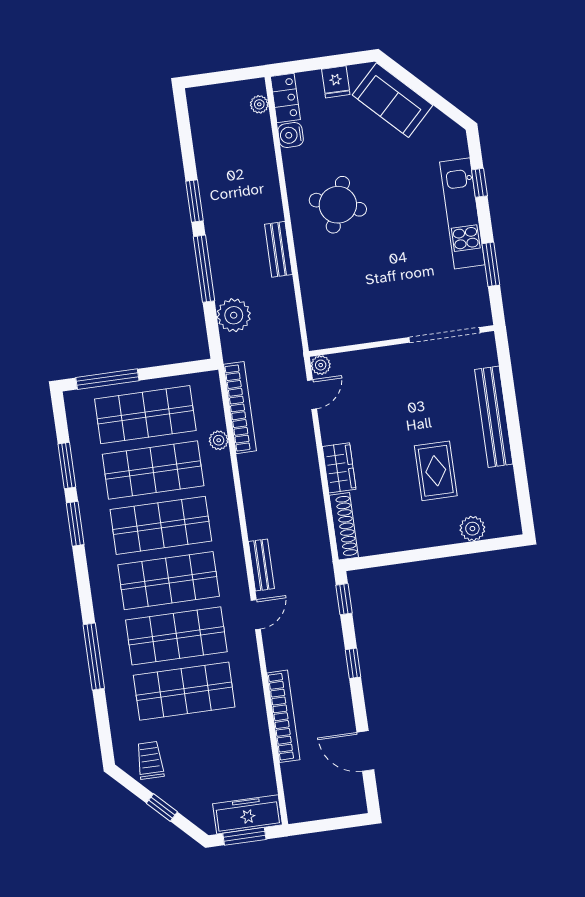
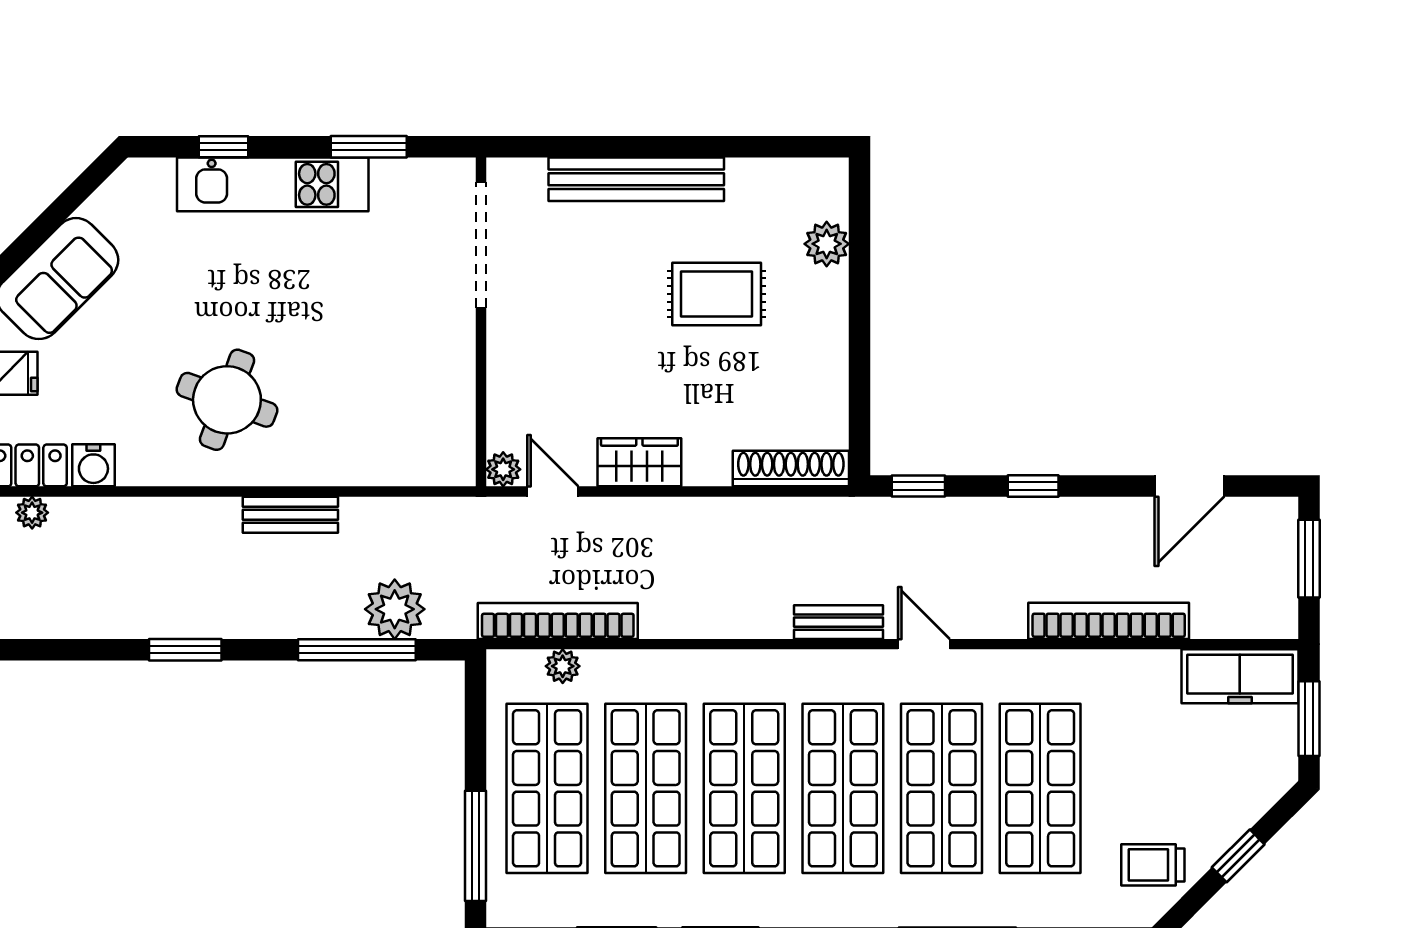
window: (204, 269) -> (357, 650), moved
plant: (219, 440) -> (563, 666), moved
wardrobe: (339, 468) -> (639, 462), moved
freezer: (248, 814) -> (1240, 676), moved, turned -90
window: (334, 824) -> (1309, 559), added

